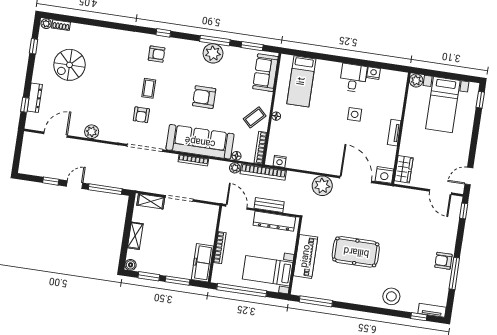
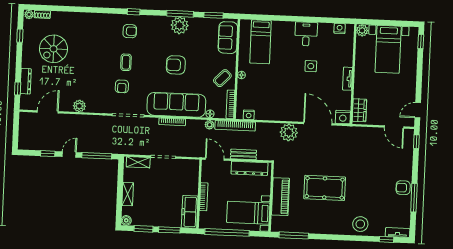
nightstand: (373, 73) -> (340, 29), moved

